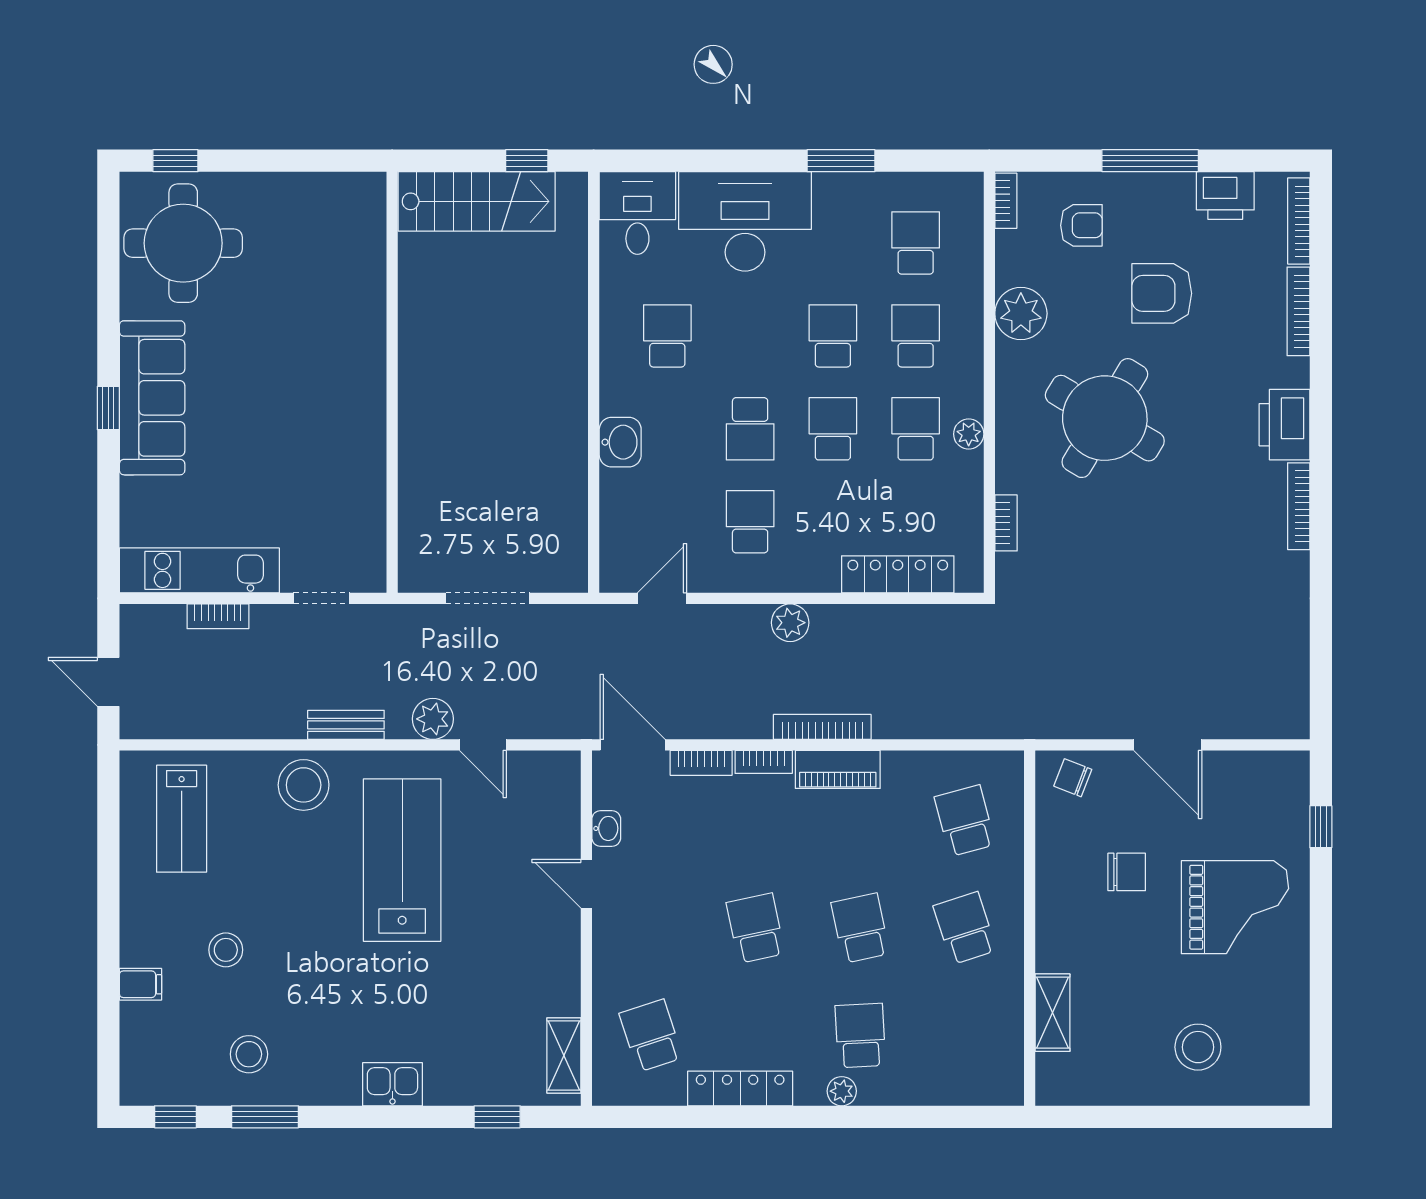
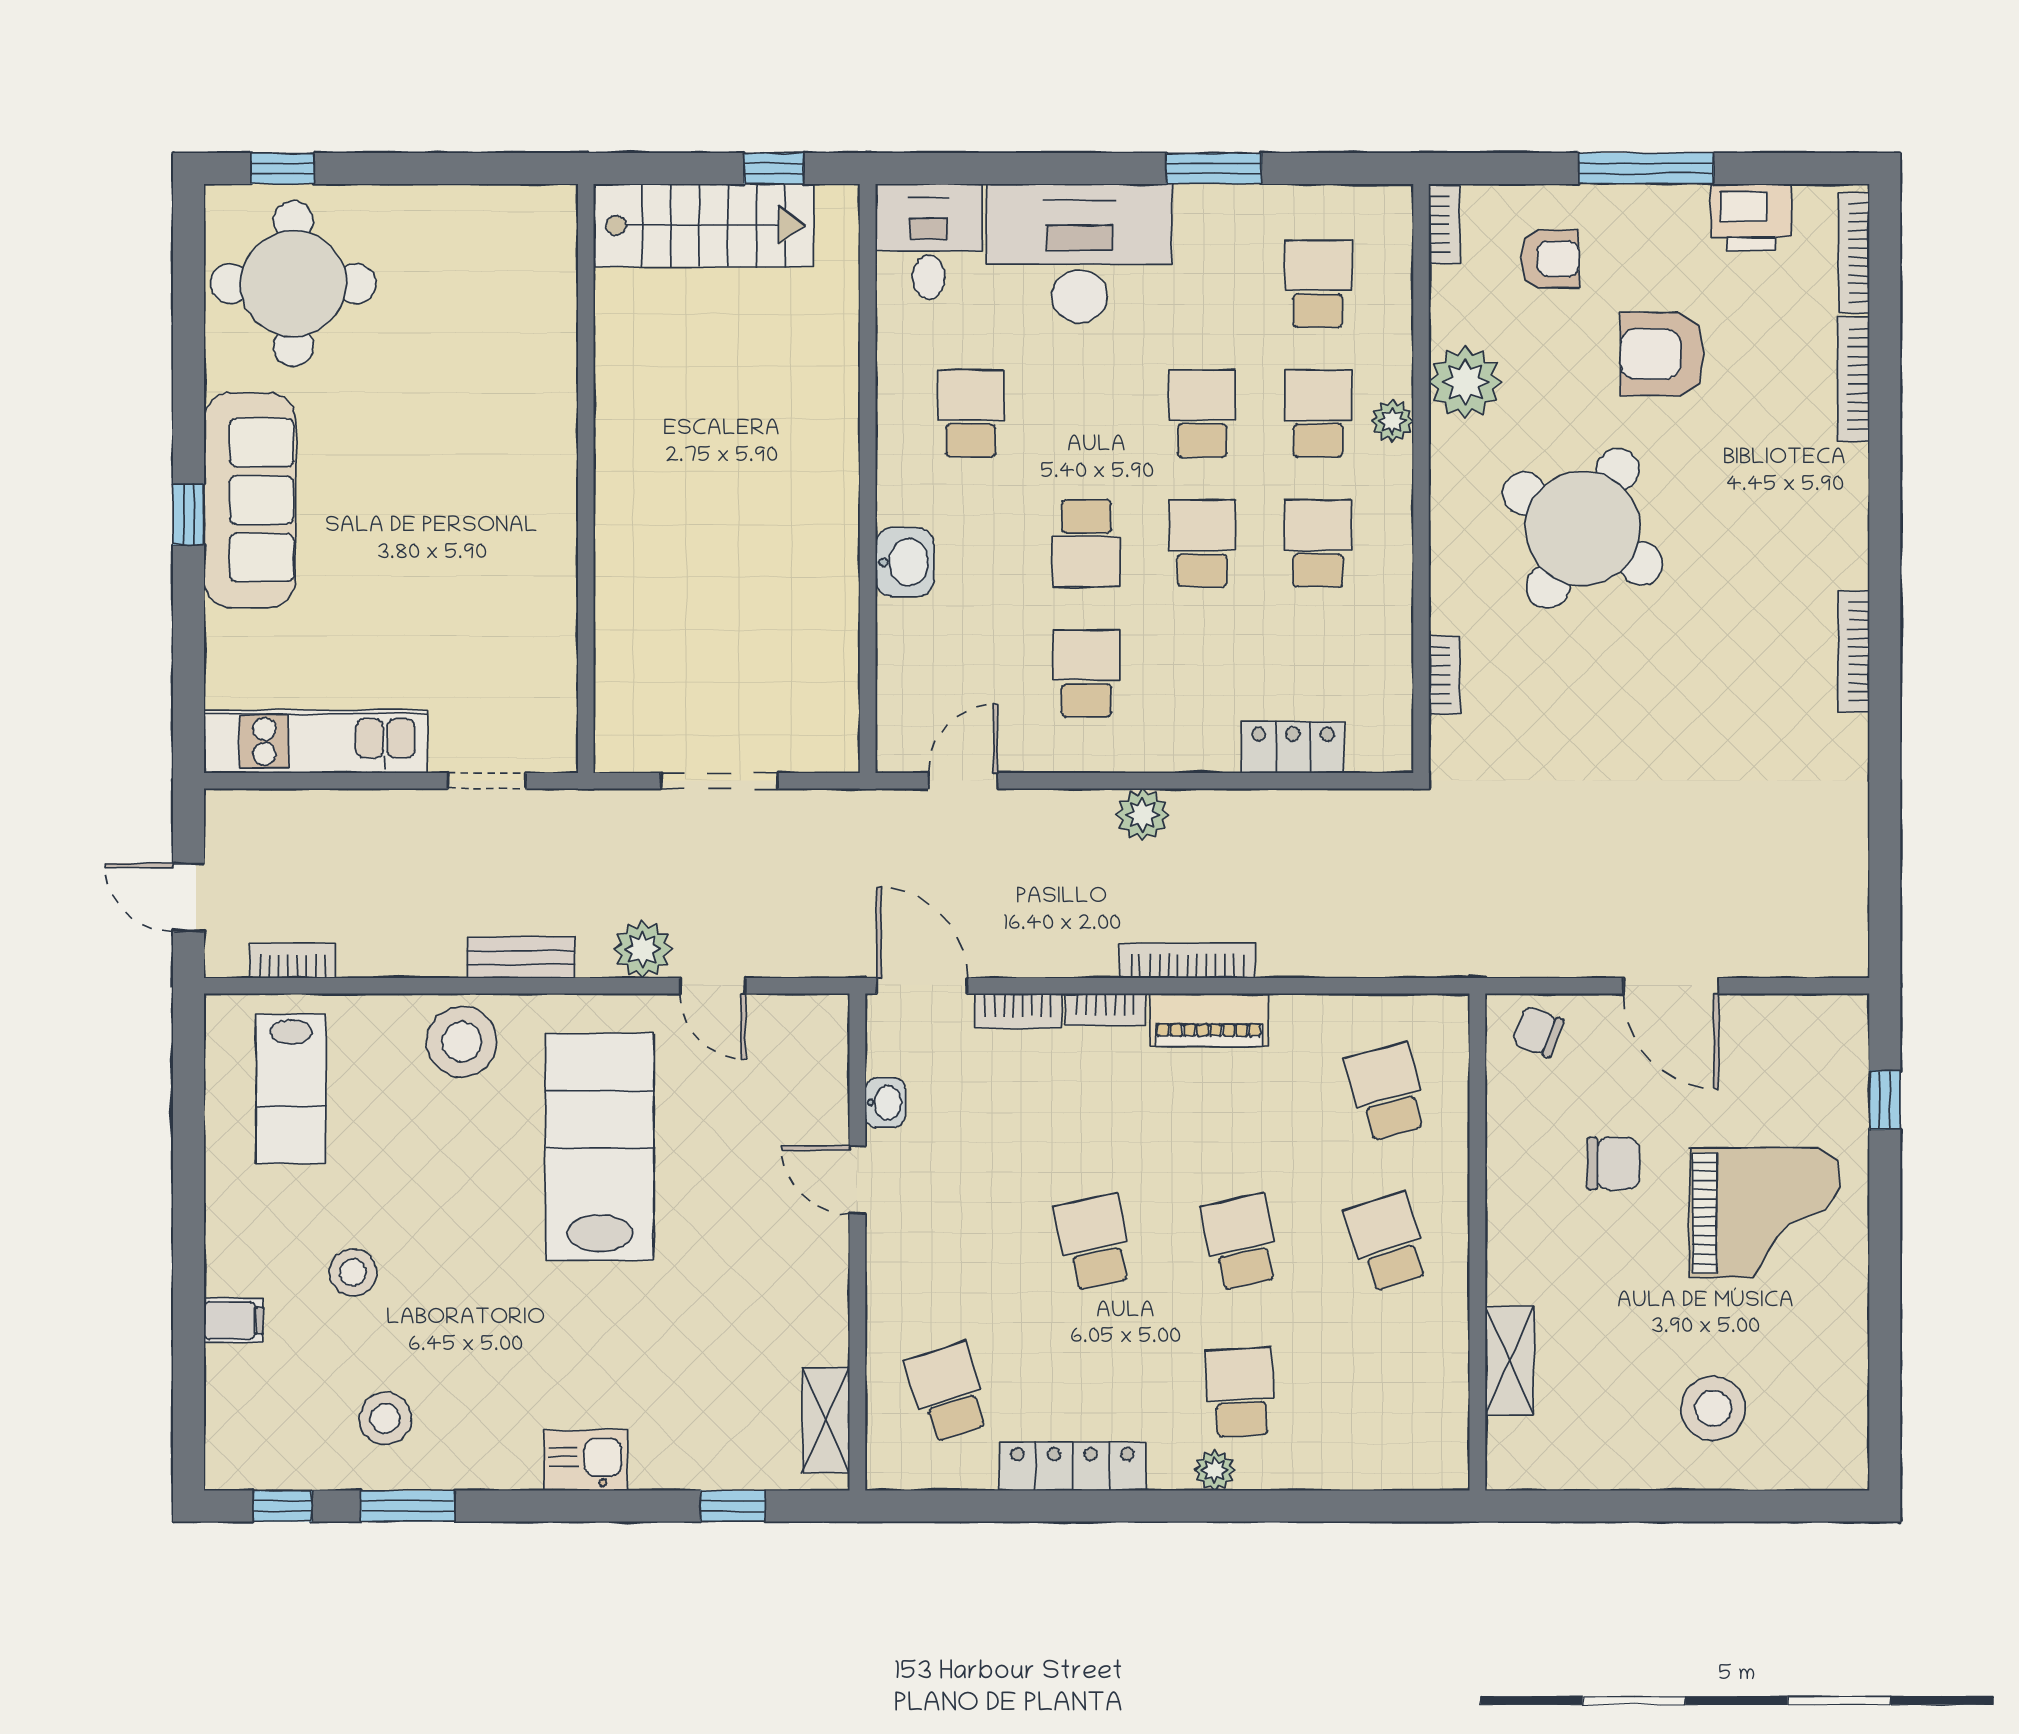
printer: (1284, 425) -> (1834, 538), removed
plant: (969, 434) -> (1392, 421), moved
locker: (898, 574) -> (1293, 747), width x0.66
bookcase: (218, 616) -> (293, 961), moved, turned 180

